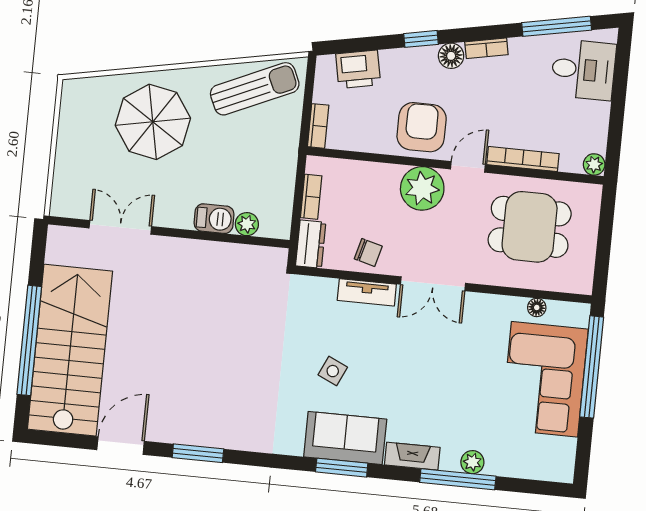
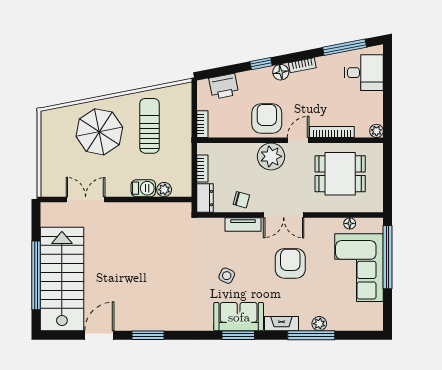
sun lounger: (255, 89) -> (149, 126), moved, turned -66
armchair: (436, 362) -> (290, 263), added

